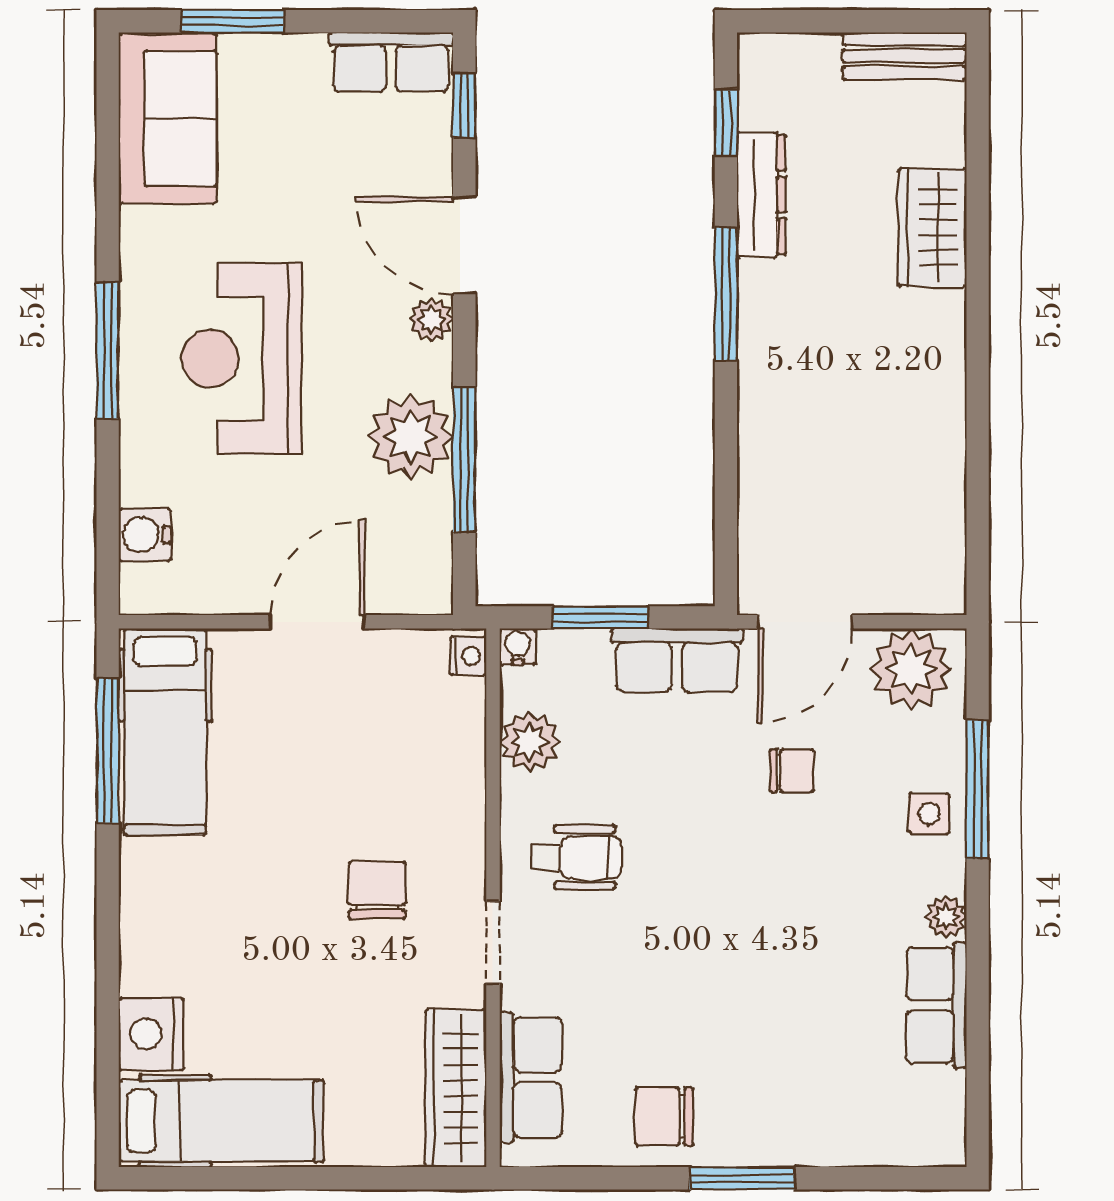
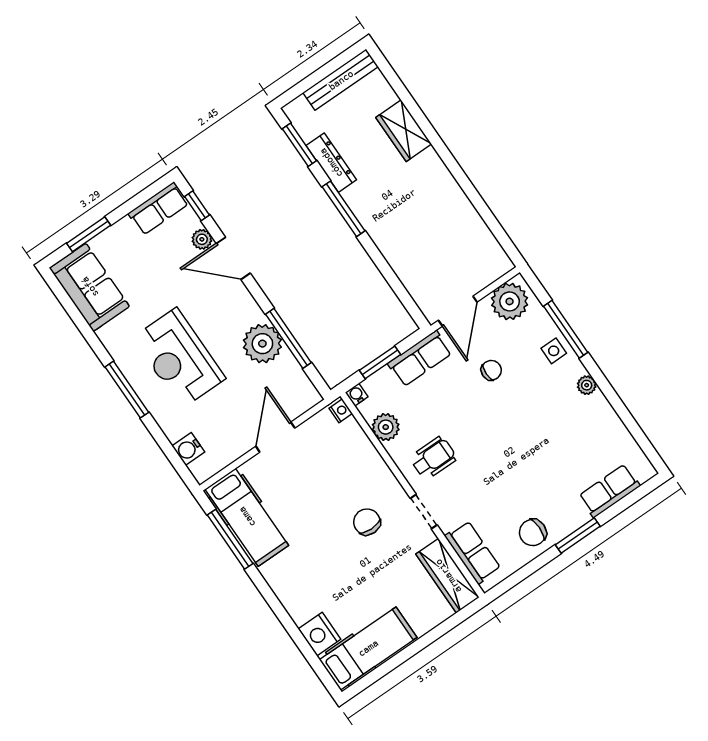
bench: (904, 56) -> (341, 80), width x1.36
window: (726, 123) -> (299, 145), width x1.50
plant: (431, 319) -> (202, 239), moved
row of seats: (936, 1005) -> (609, 491), moved, turned 90

